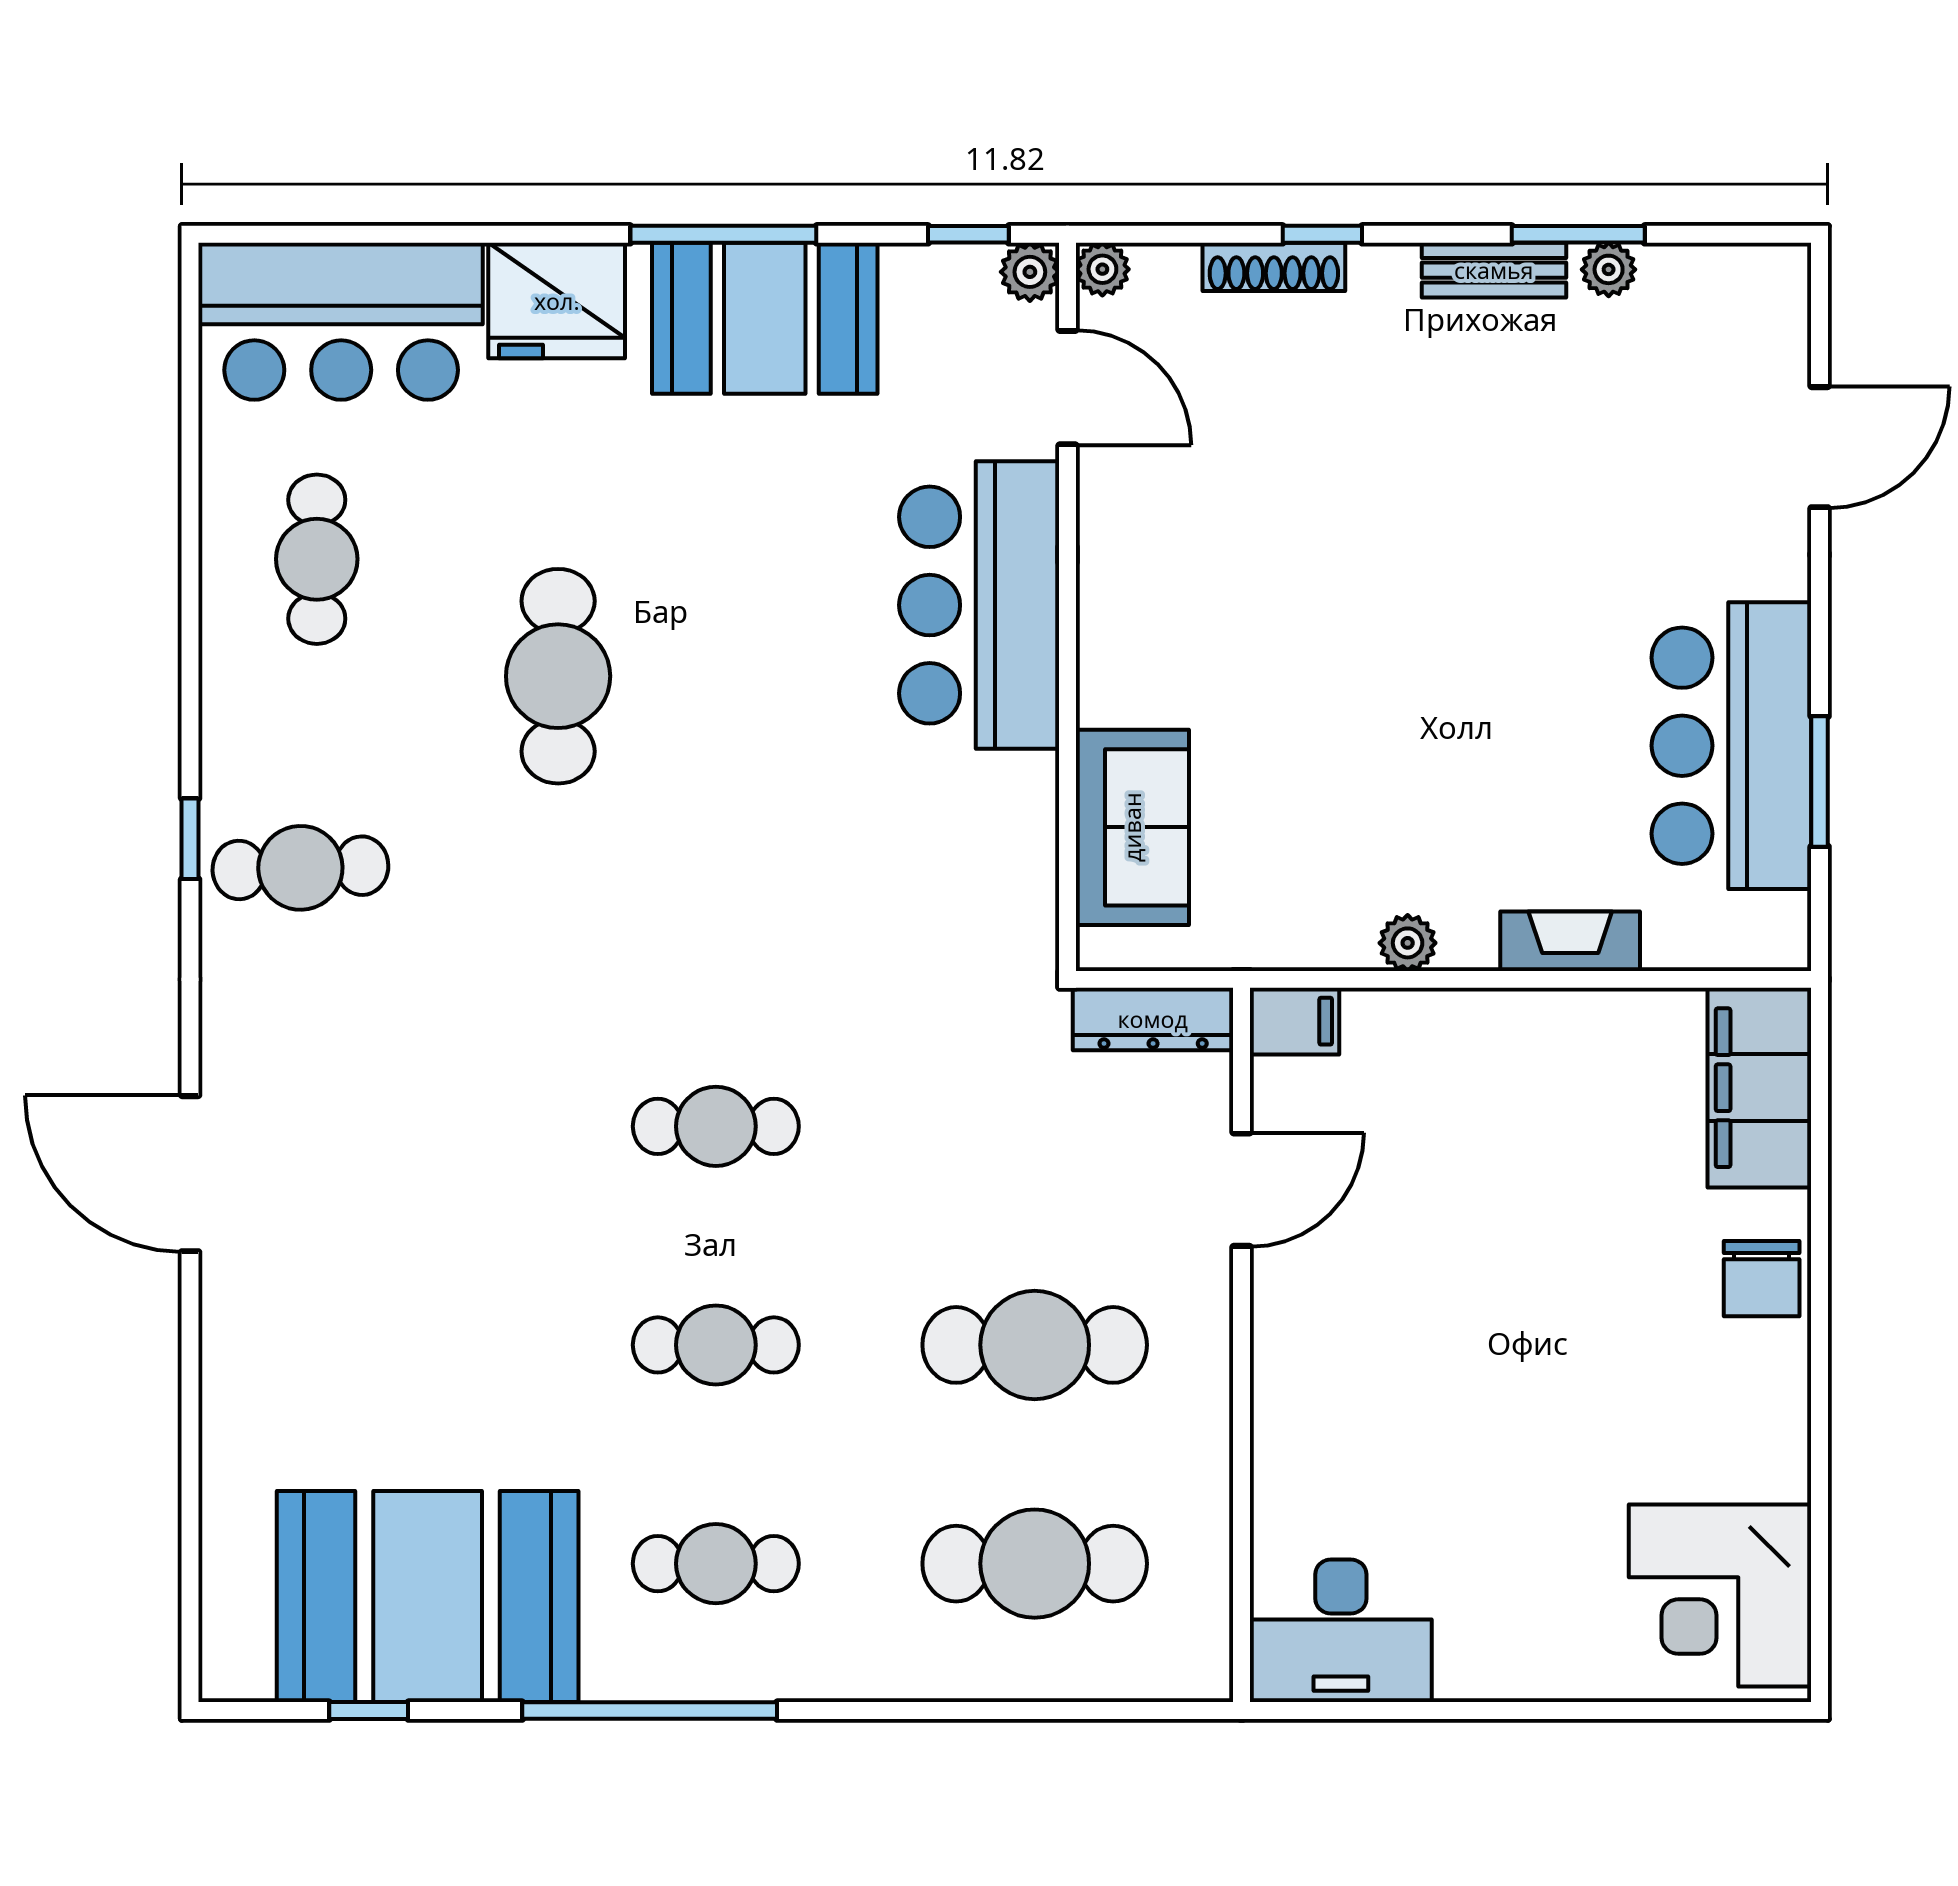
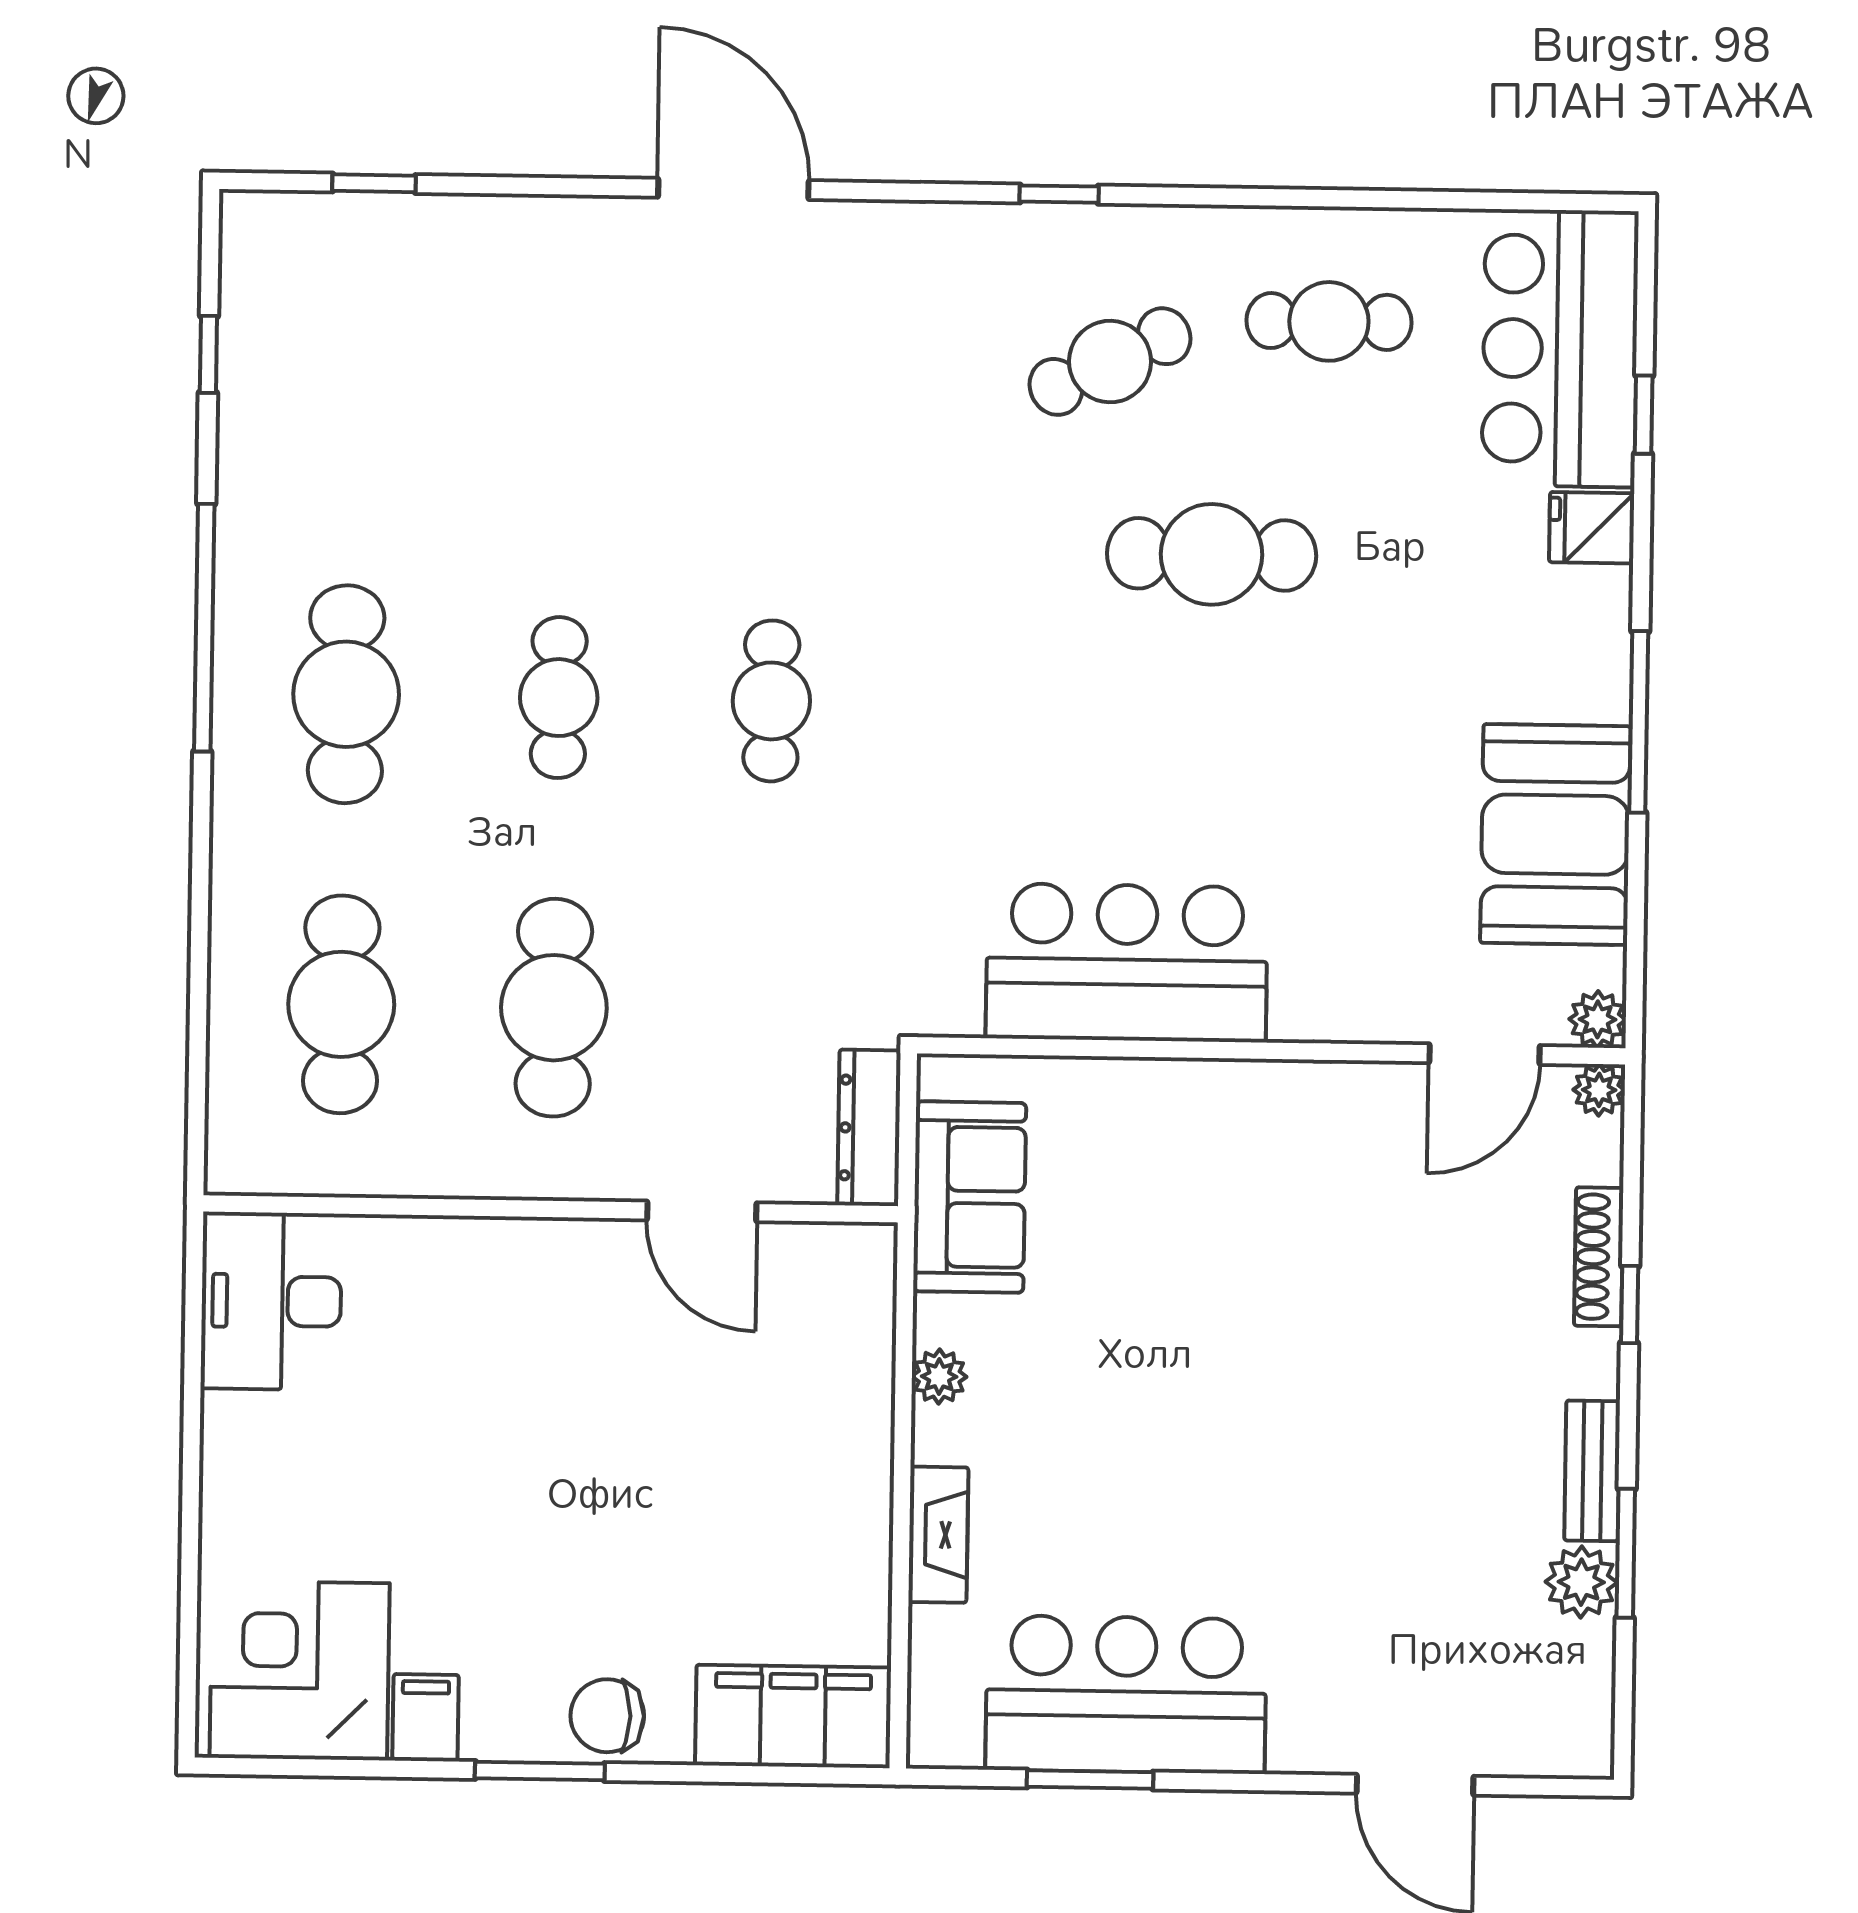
window: (968, 234) -> (1644, 415), moved
plant: (1609, 269) -> (1581, 1582), width x1.38, depth x1.38
fridge: (557, 301) -> (1592, 528), width x0.53, depth x0.75
booth: (765, 318) -> (1555, 835), moved
bar counter: (979, 605) -> (1127, 963), moved
sofa: (1132, 827) -> (970, 1197), moved, turned -90
cafe table: (300, 868) -> (1110, 362), moved, turned 66
filing cabinet: (1294, 1021) -> (426, 1718), moved, turned 180
door: (190, 1174) -> (733, 189), hinge flipped
window: (1820, 1347) -> (540, 1771), added
window: (190, 1543) -> (374, 183), added
cafe table: (716, 1564) -> (346, 694), width x1.37, depth x1.35
booth: (428, 1596) -> (319, 413), removed

